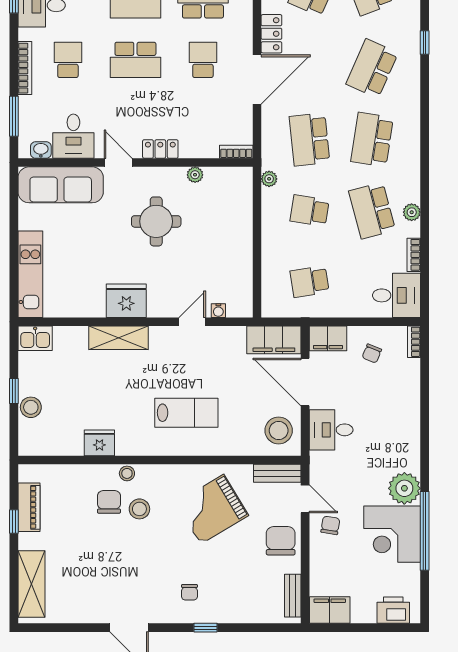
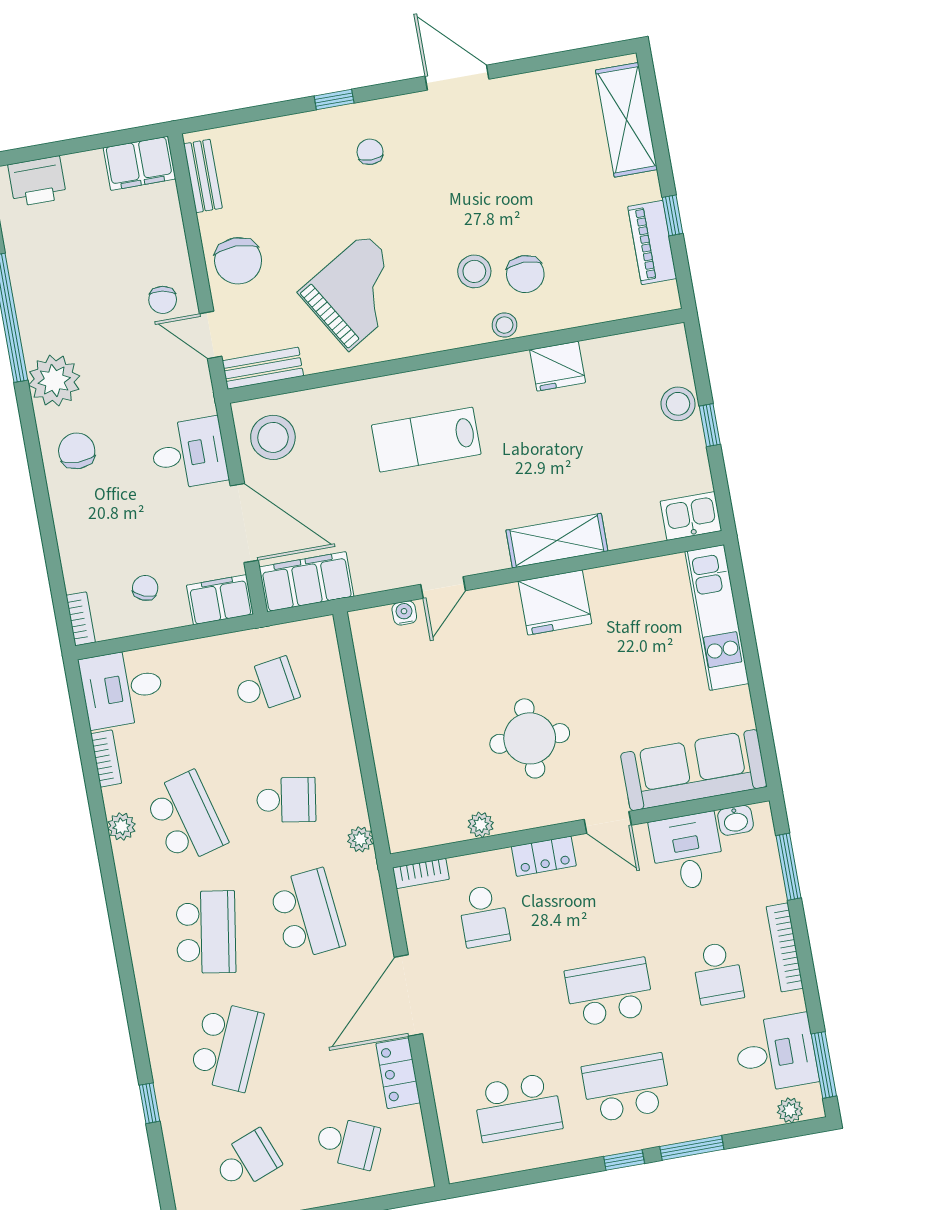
school desk: (203, 60) -> (484, 916), moved
chair: (398, 443) -> (77, 451), added
corner desk: (392, 534) -> (61, 303), removed

